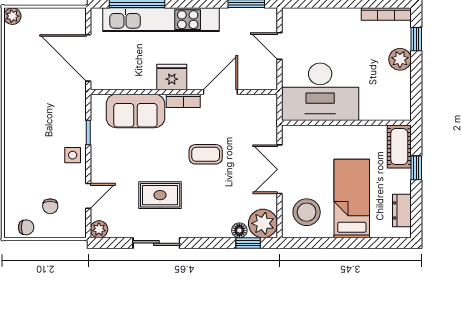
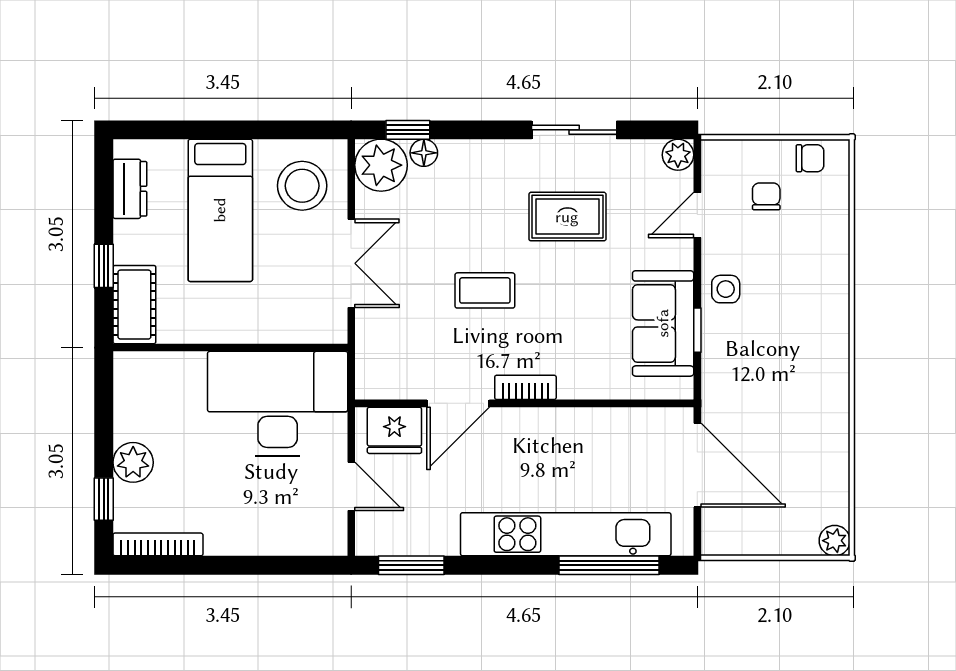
fridge: (172, 77) -> (394, 430), moved
sofa: (135, 111) -> (663, 323), moved, turned -90
chair: (26, 227) -> (810, 158), turned 180

